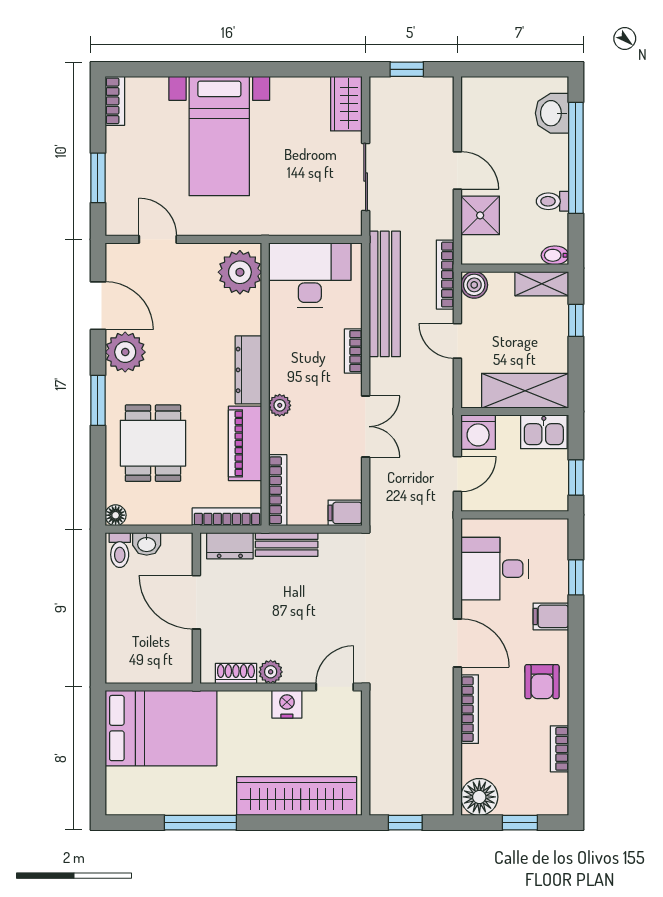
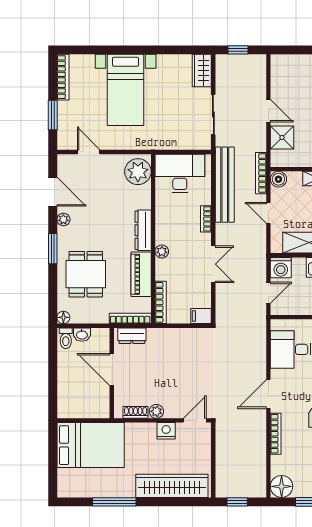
bookcase: (115, 101) -> (63, 77), width x1.56
plant: (125, 352) -> (63, 220), width x0.53, depth x0.53
bench: (287, 545) -> (166, 335), removed
door: (457, 643) -> (268, 394), swing flipped

